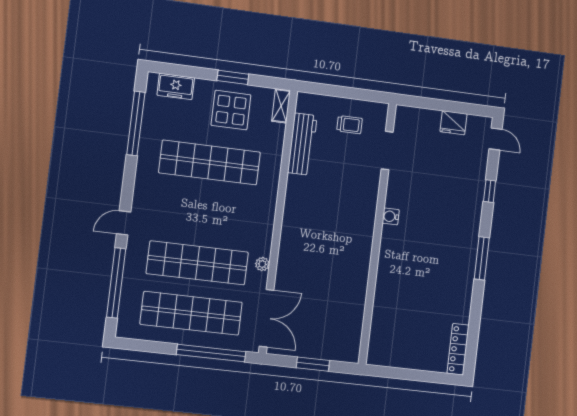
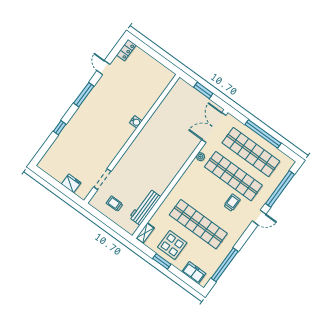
fridge: (454, 123) -> (71, 183), moved
door: (495, 139) -> (103, 68), moved
water cooler: (391, 216) -> (136, 122), moved
trolley: (177, 222) -> (232, 203), added
locker: (458, 349) -> (126, 50), width x0.66
window: (211, 353) -> (263, 134), moved

